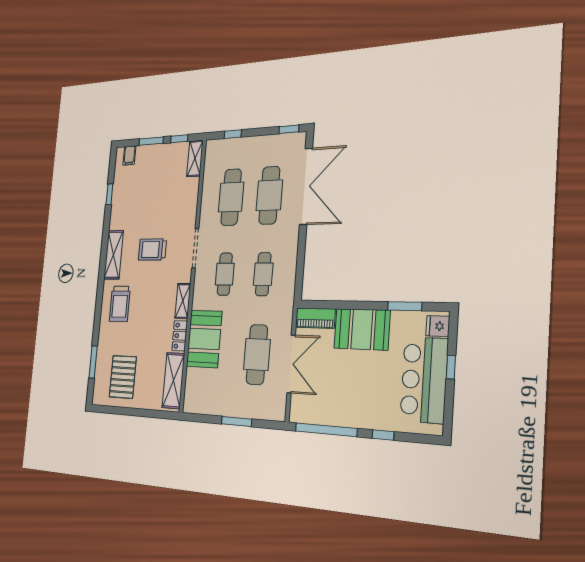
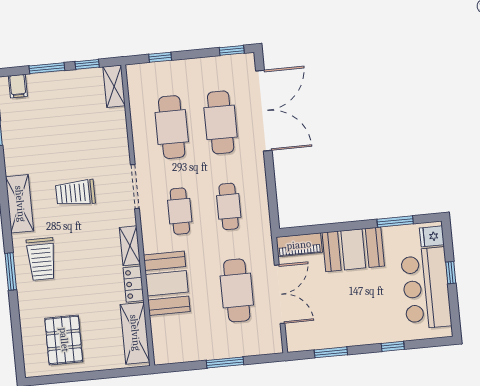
window: (93, 362) -> (11, 271), moved
window: (326, 430) -> (331, 352), width x0.47

